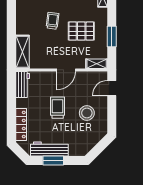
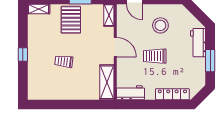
pallet: (81, 31) -> (71, 20), moved
shelving: (22, 52) -> (107, 82), moved, turned 90
workbench: (49, 149) -> (198, 43), moved, width x0.73

